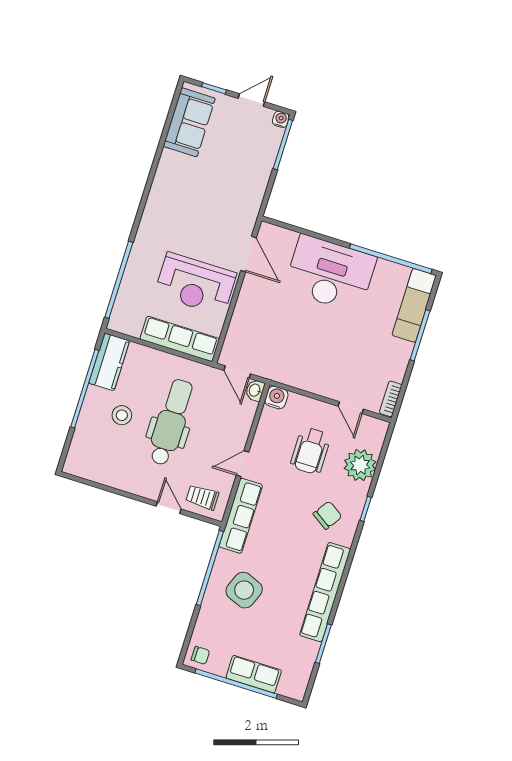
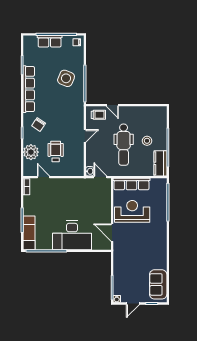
water cooler: (276, 397) -> (79, 171), removed
row of seats: (241, 516) -> (78, 112), removed

